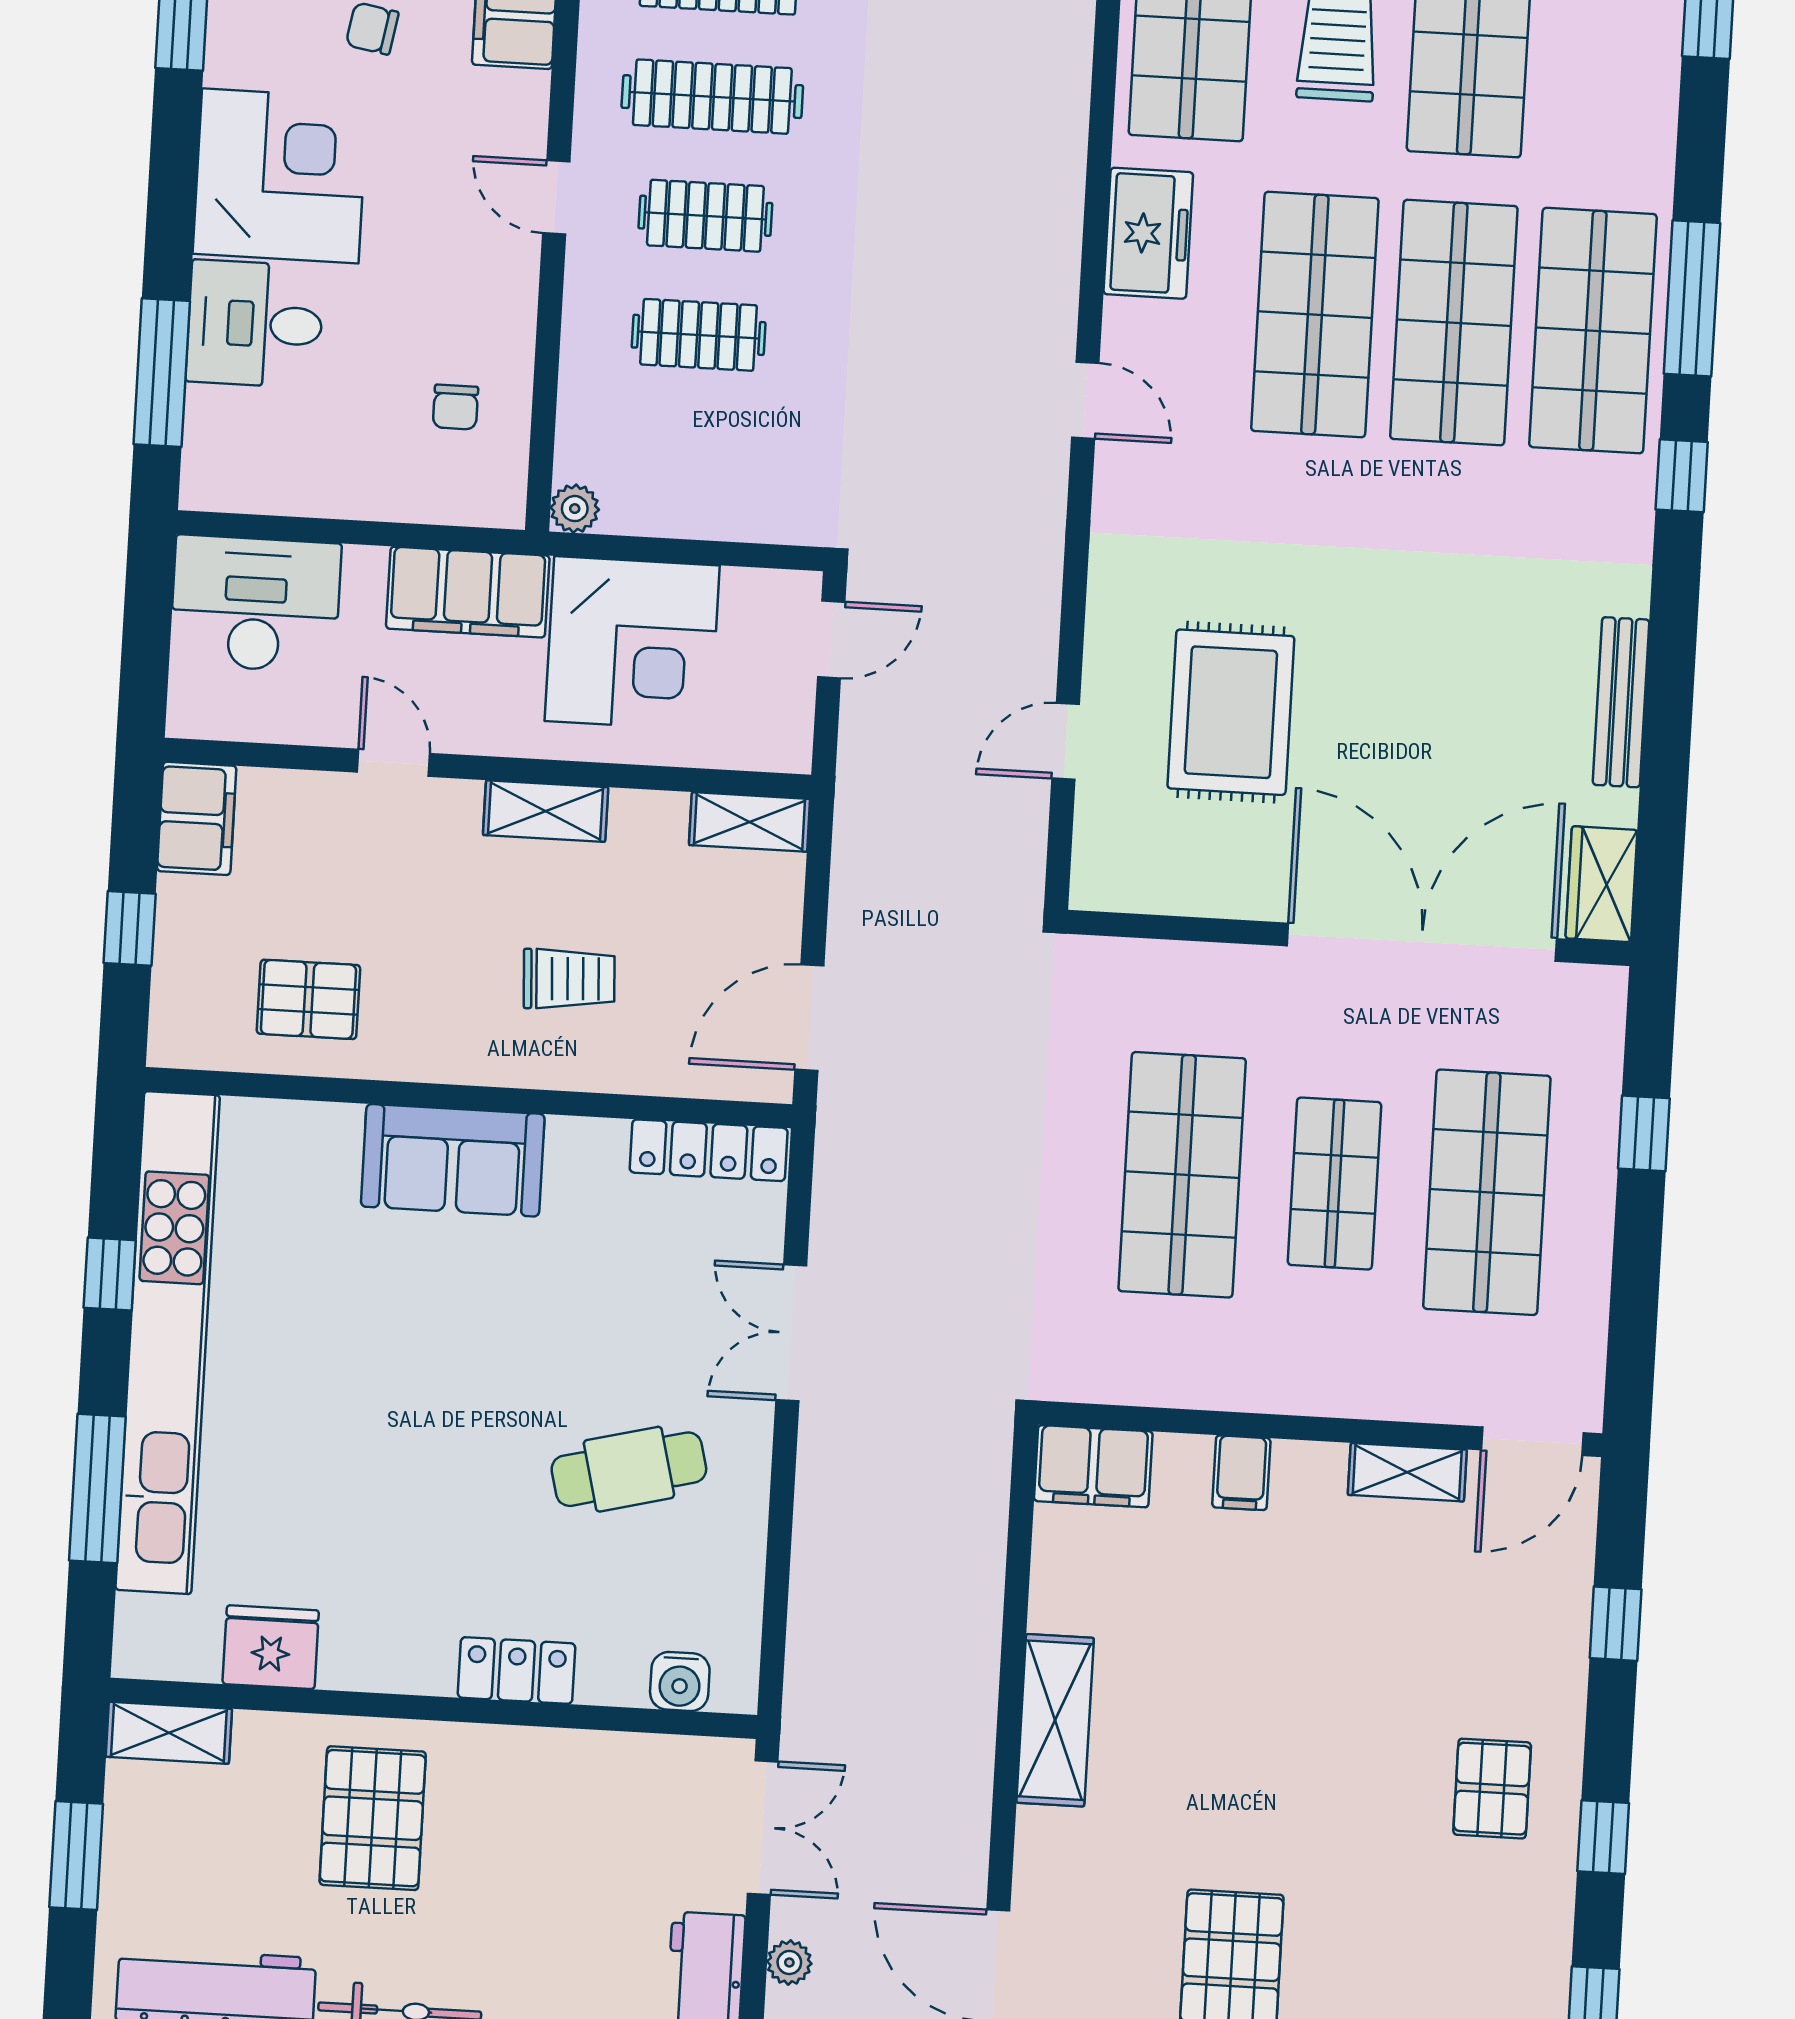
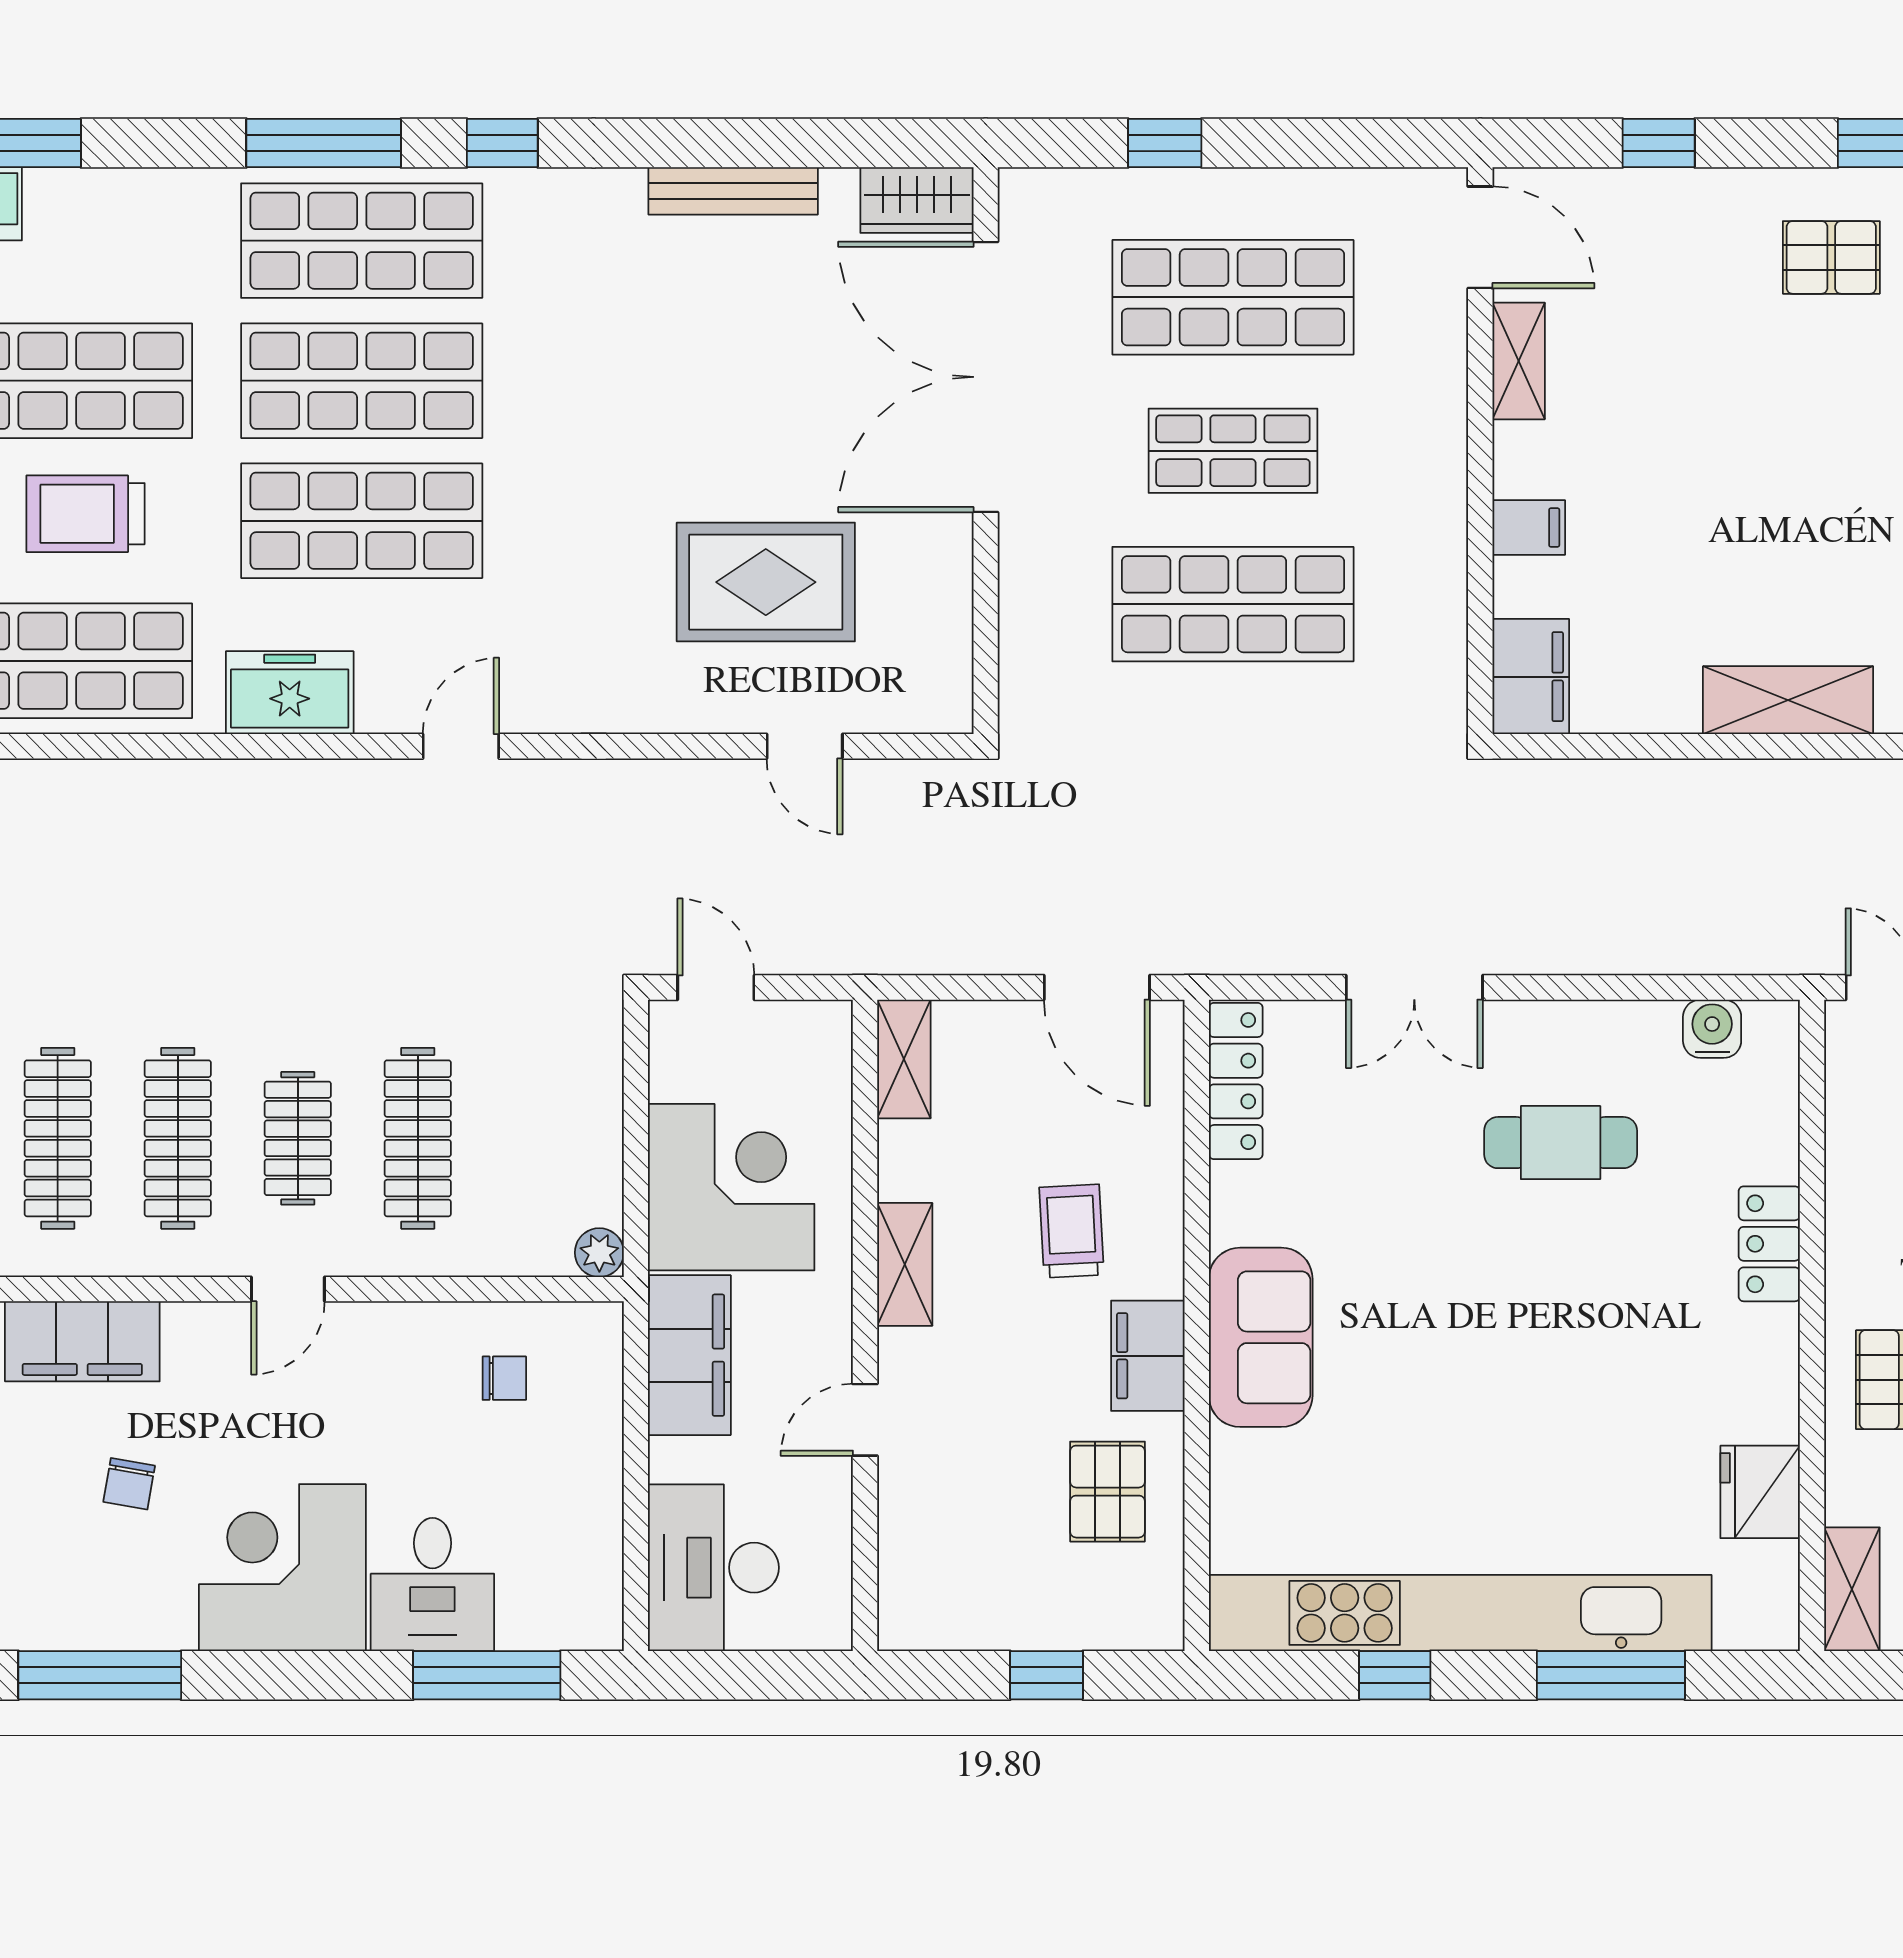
clothes rail: (699, 335) -> (418, 1138), width x1.36
filing cabinet: (197, 818) -> (1148, 1356), moved, turned -90
cafe table: (629, 1469) -> (1561, 1143), turned -76
water cooler: (680, 1681) -> (1712, 1029), moved, turned -90

